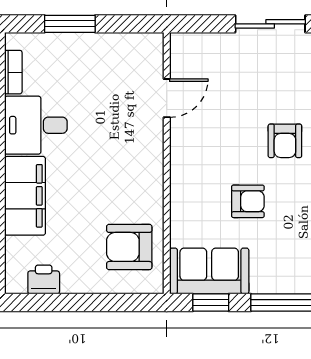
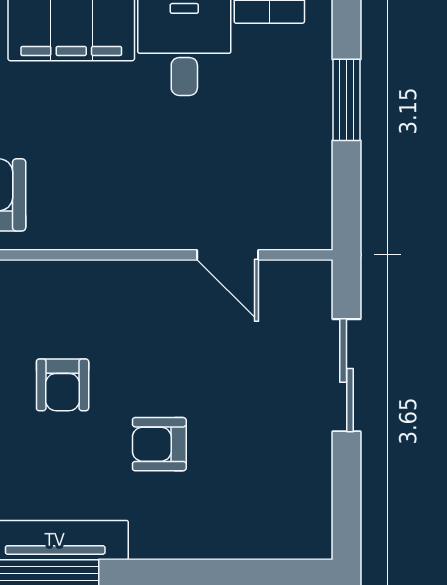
sliding door: (270, 24) -> (347, 375), moved

